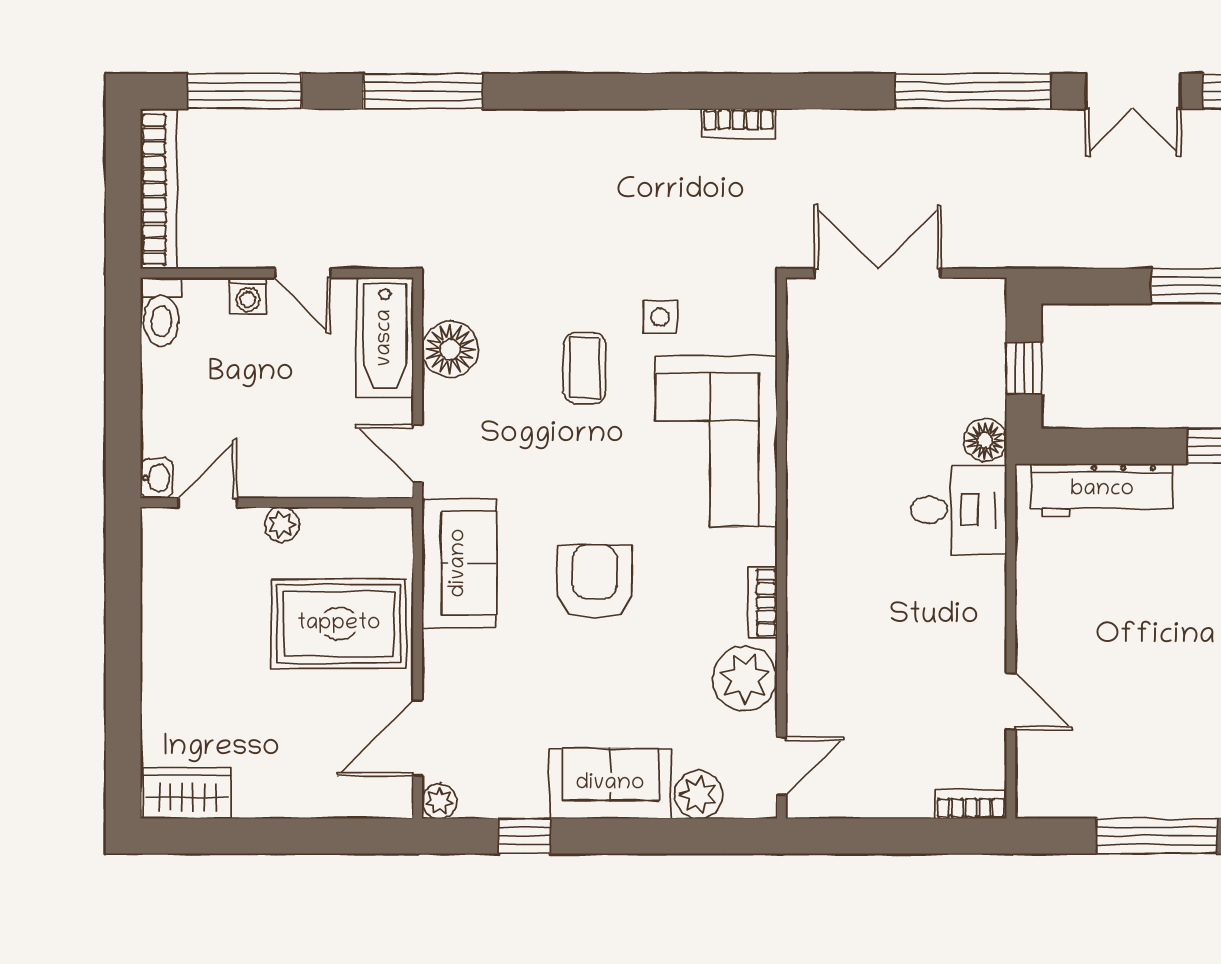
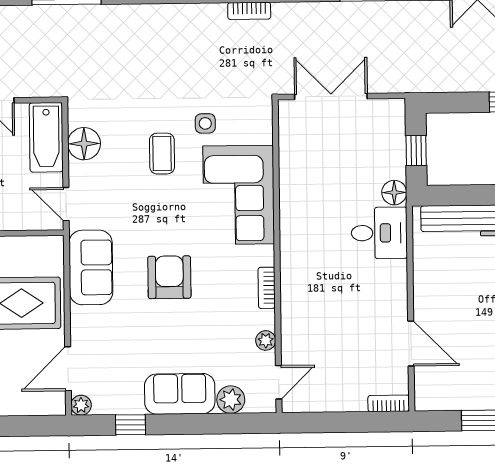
plant: (745, 678) -> (266, 340), width x0.53, depth x0.53
door: (1011, 702) -> (411, 343), width x1.37

